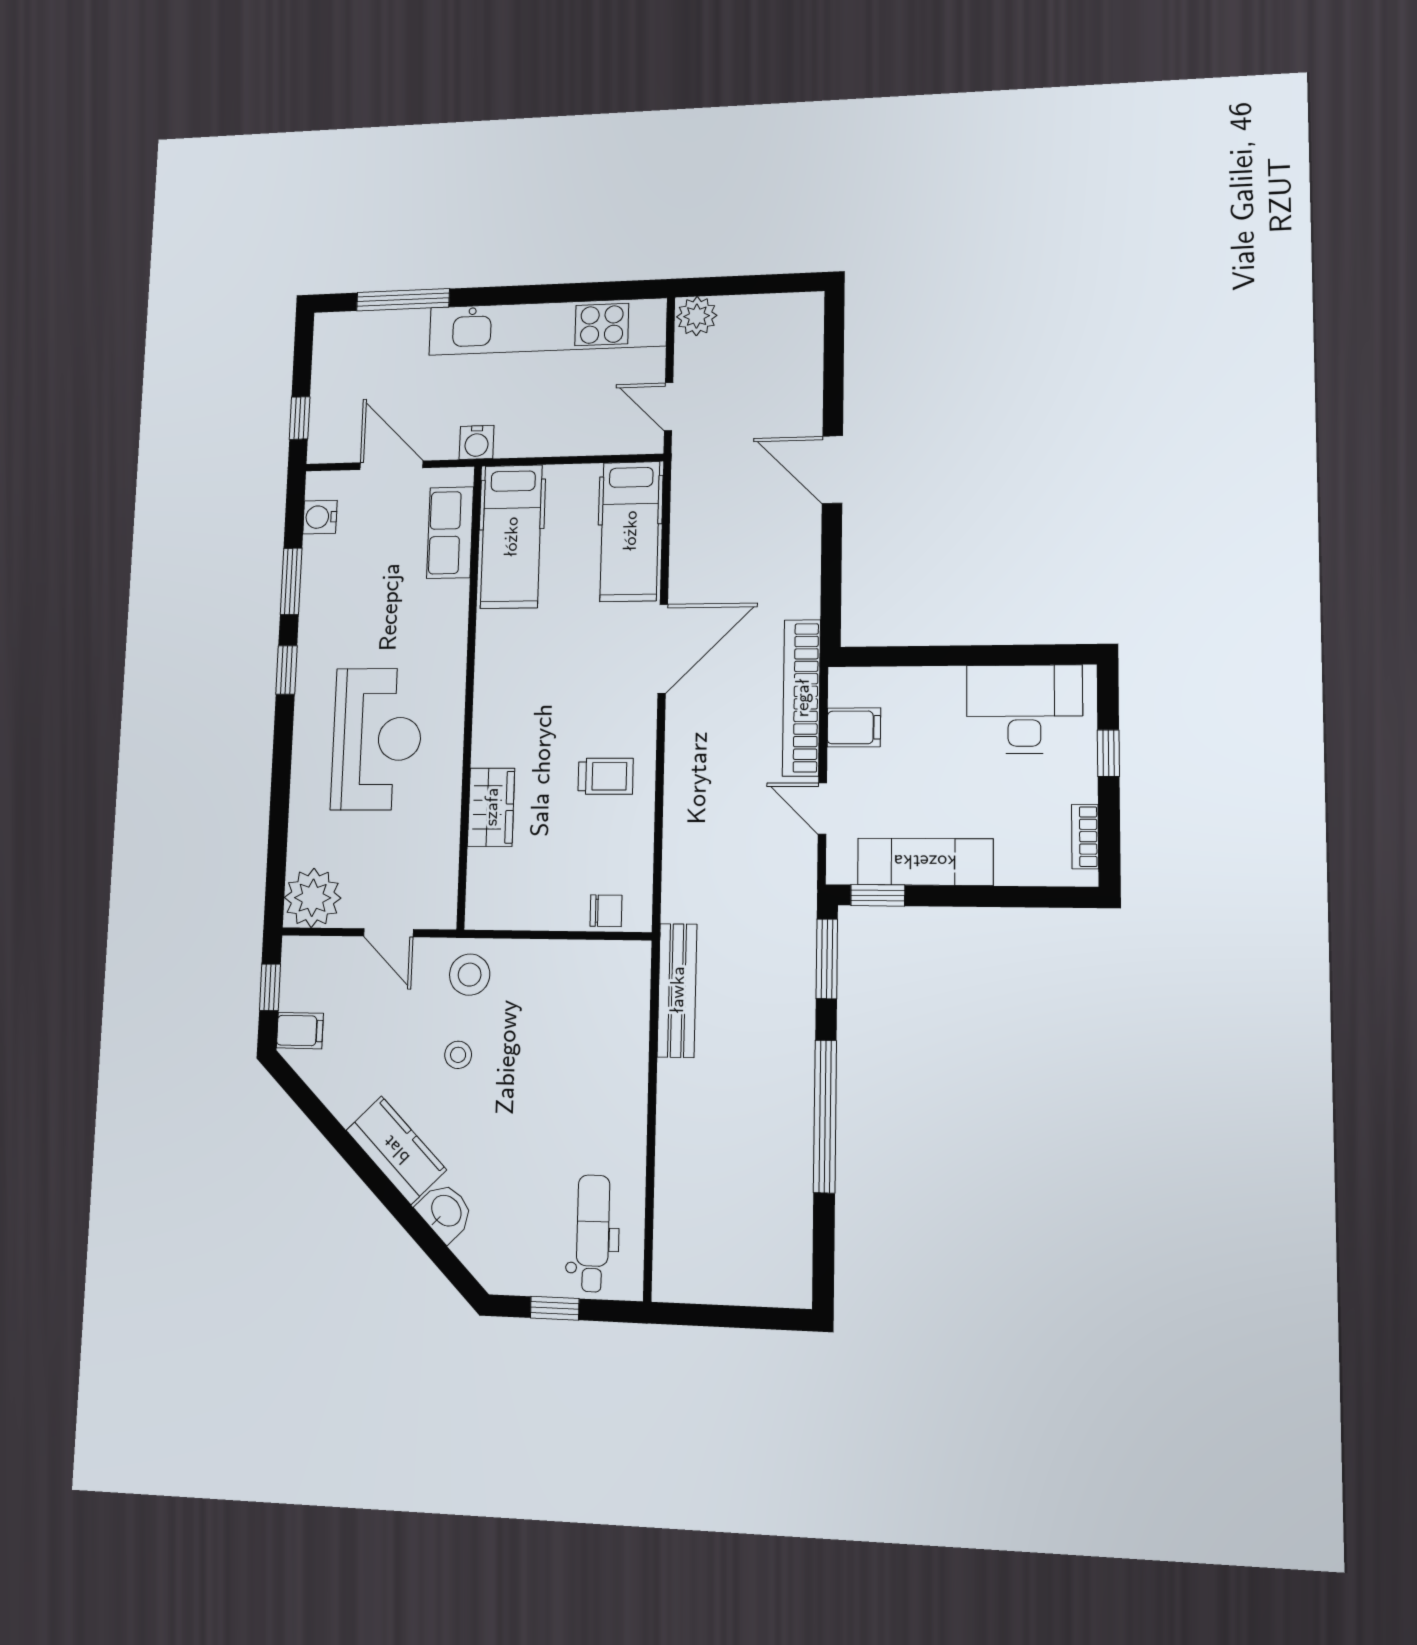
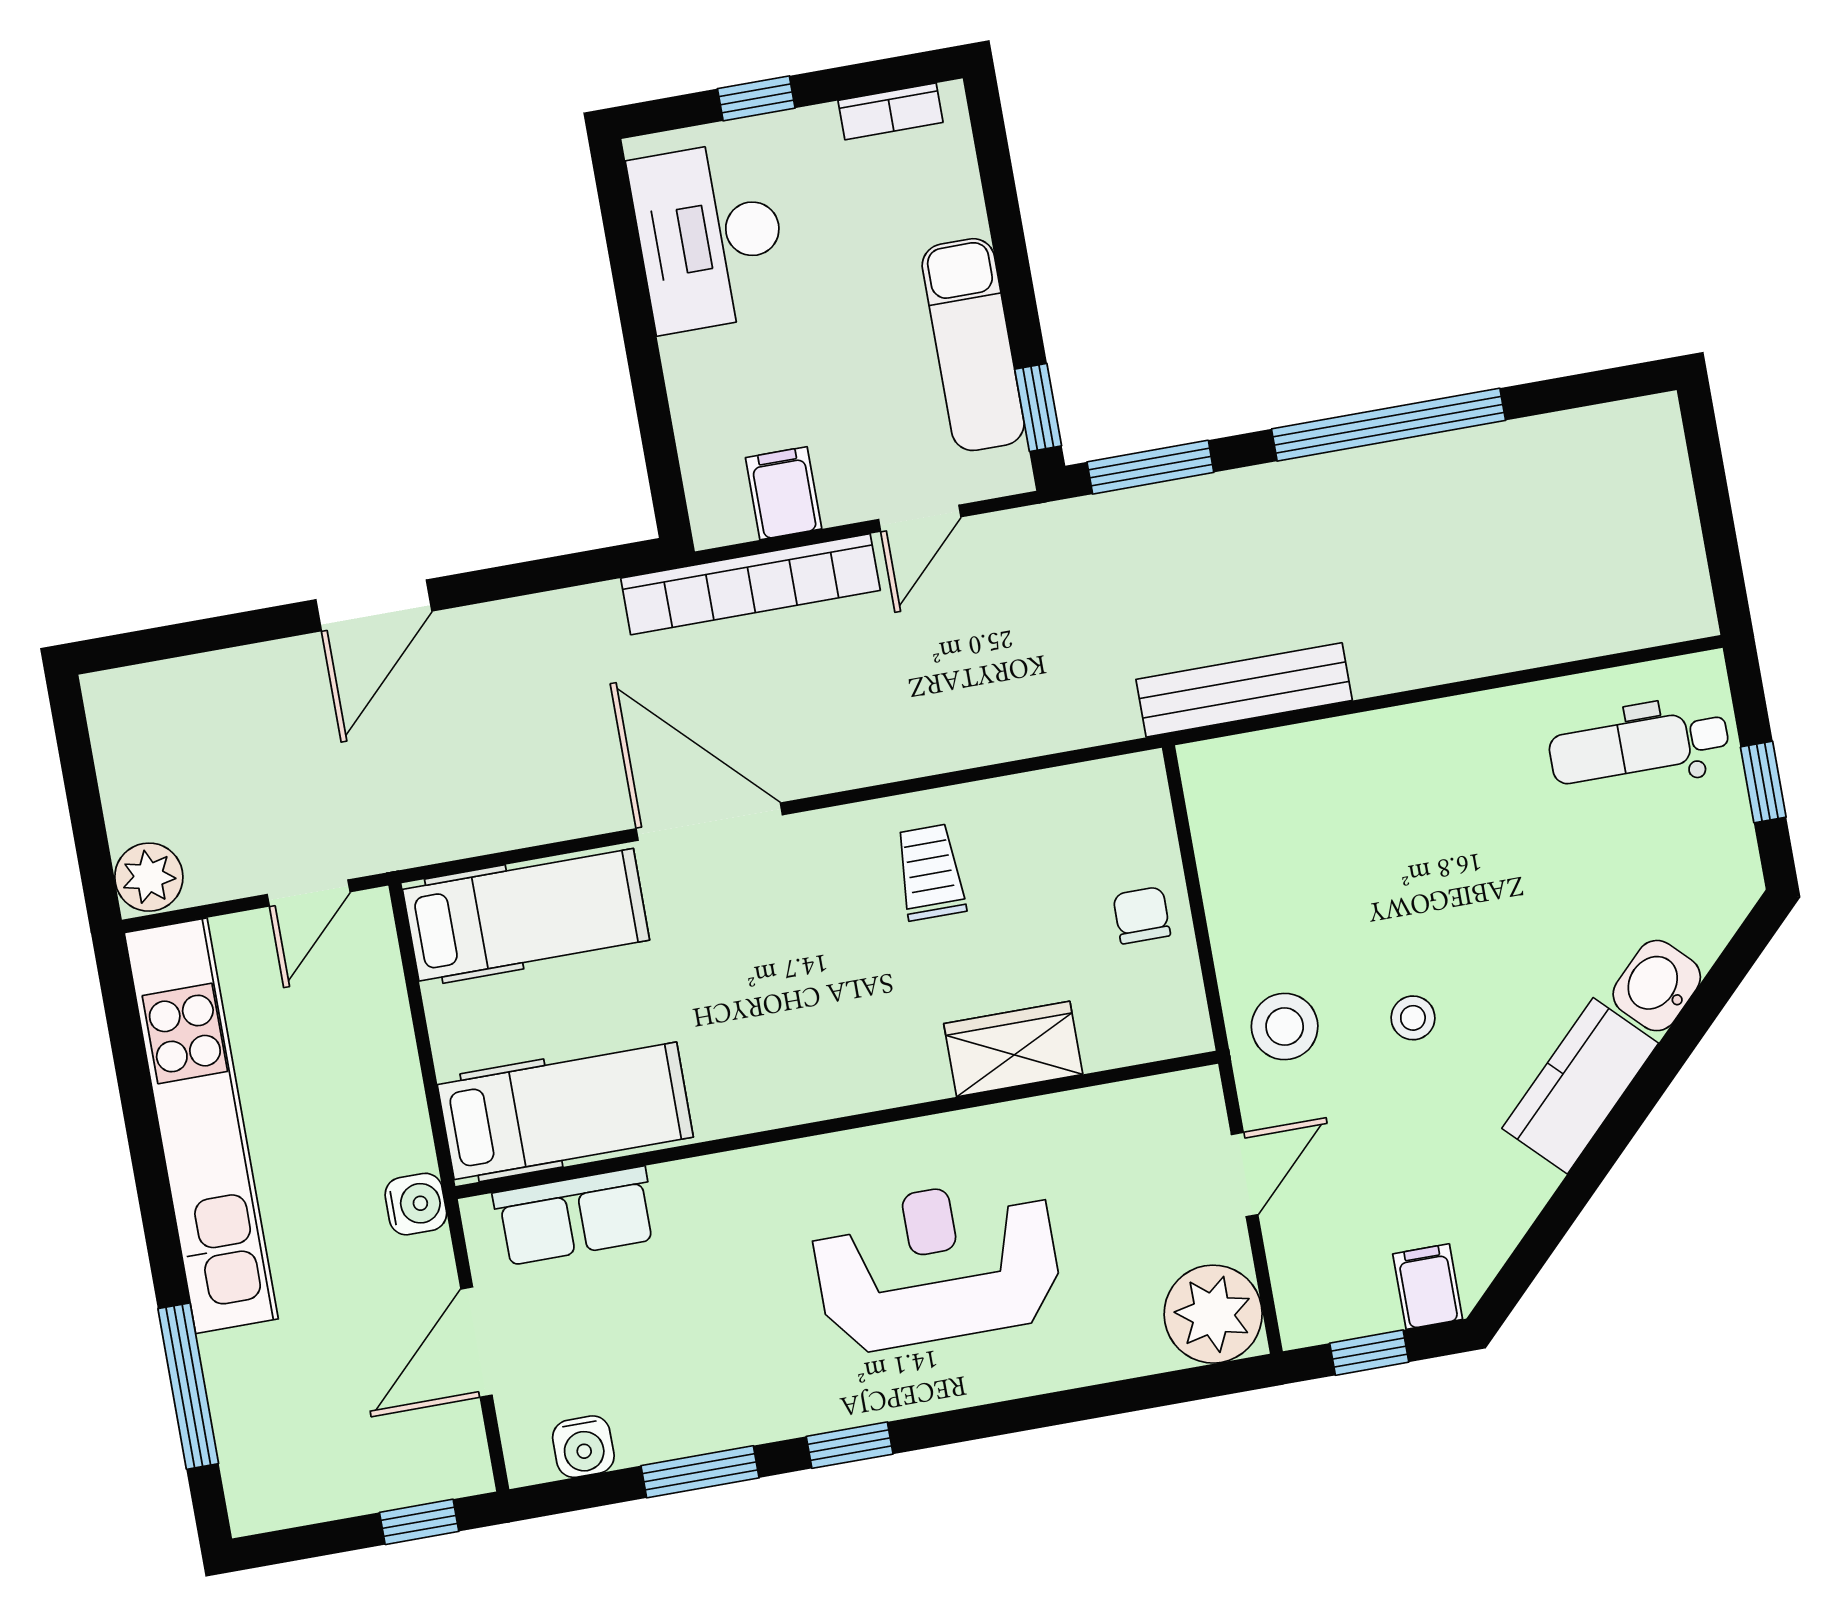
chair: (606, 911) -> (1142, 915), moved

